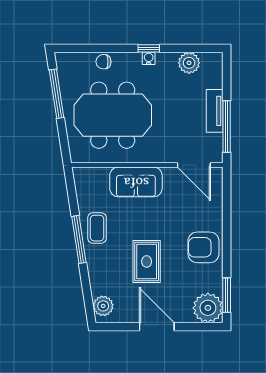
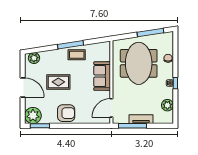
armchair: (203, 247) -> (66, 113), turned 90
door: (157, 327) -> (23, 87), hinge flipped

